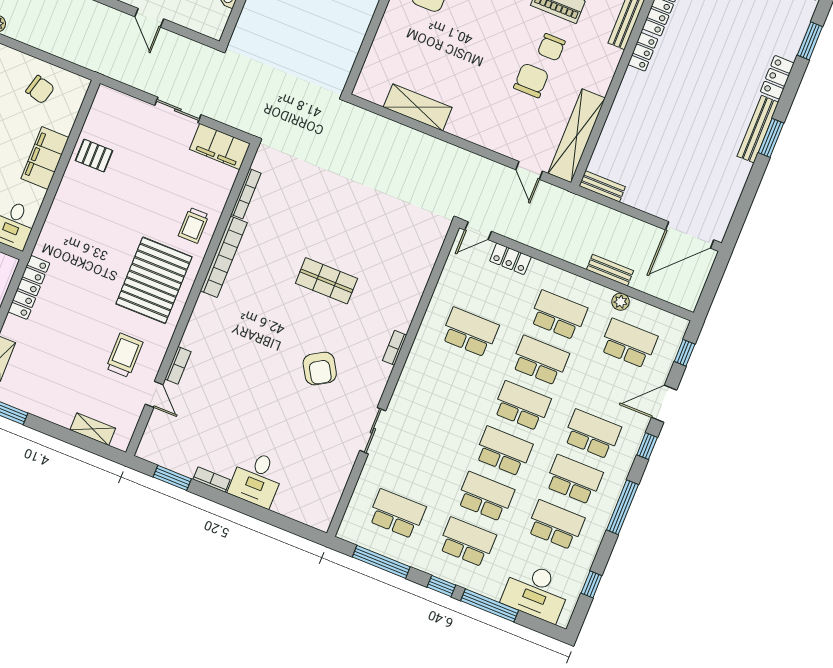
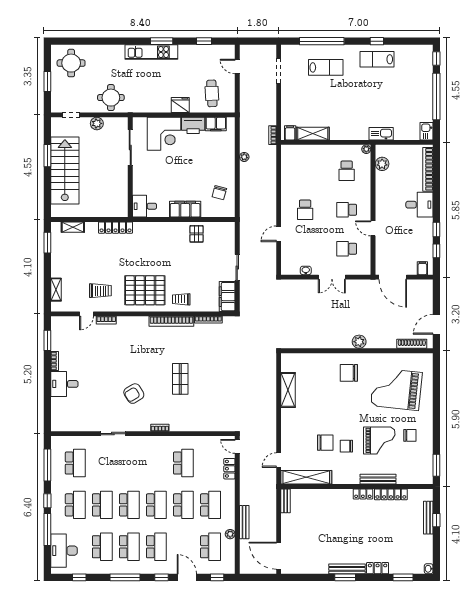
bench: (610, 270) -> (244, 522), width x1.36

